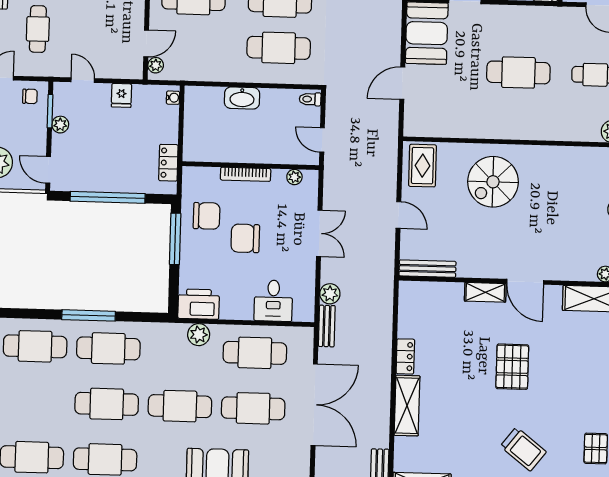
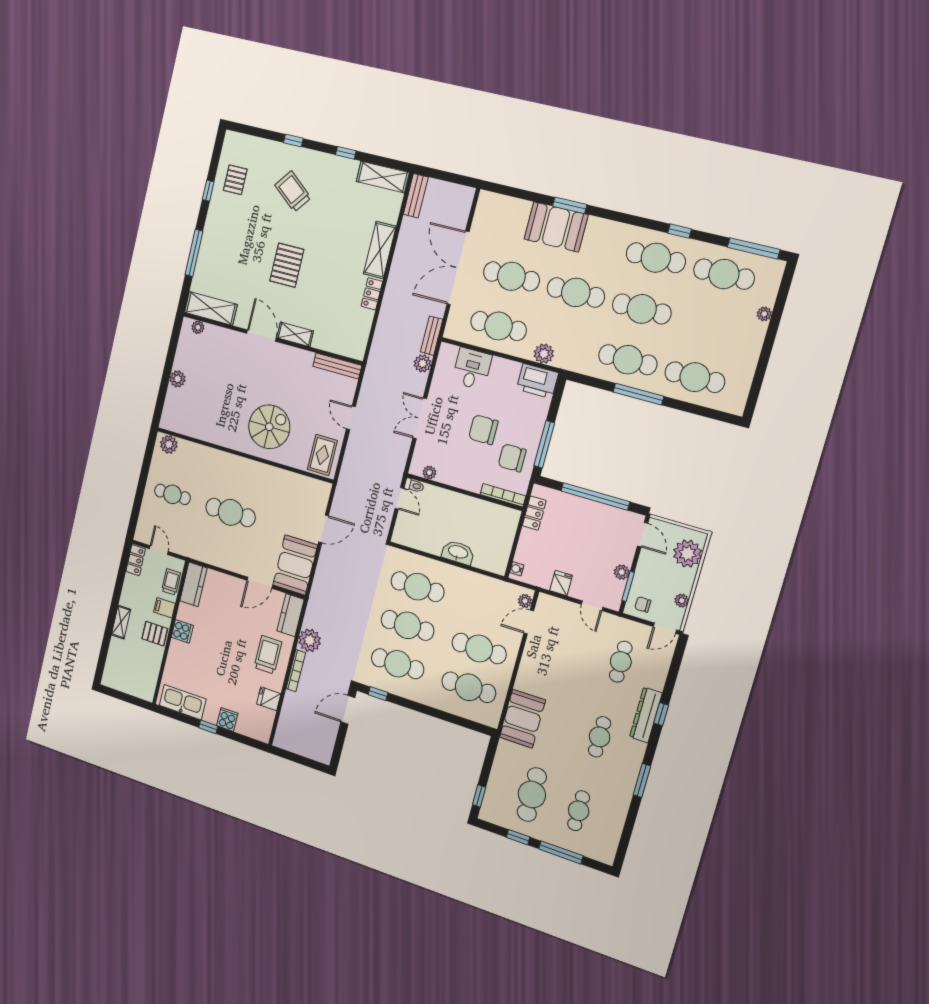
toilet: (310, 99) -> (414, 486), moved
bookcase: (246, 174) -> (503, 495), moved
chair: (245, 238) -> (483, 430), turned 180

